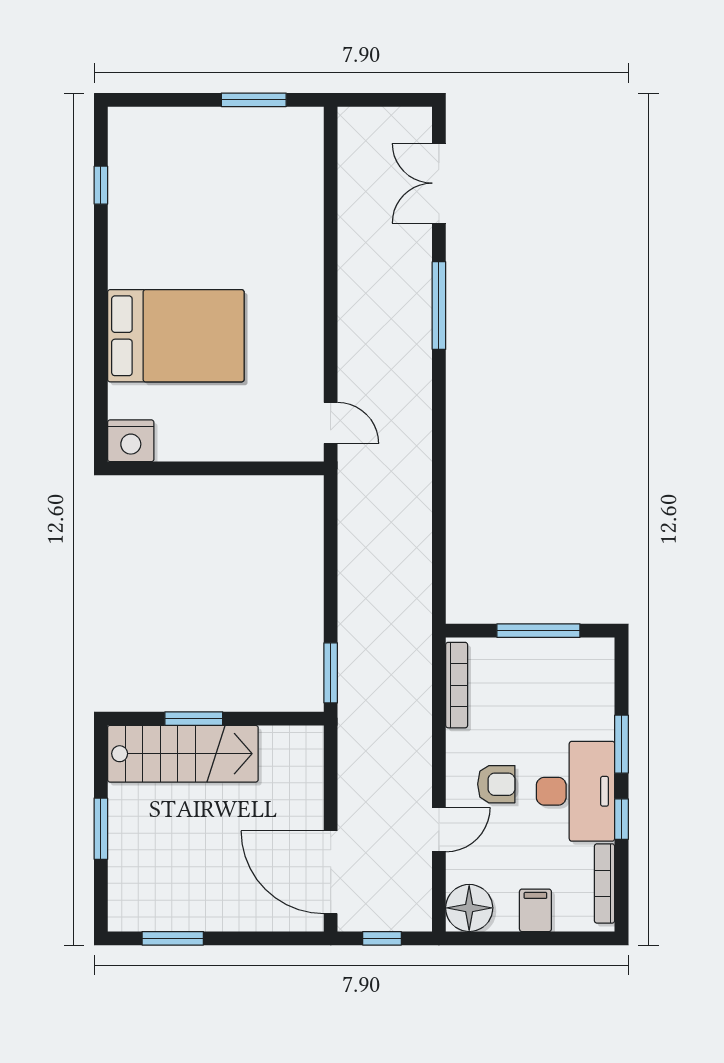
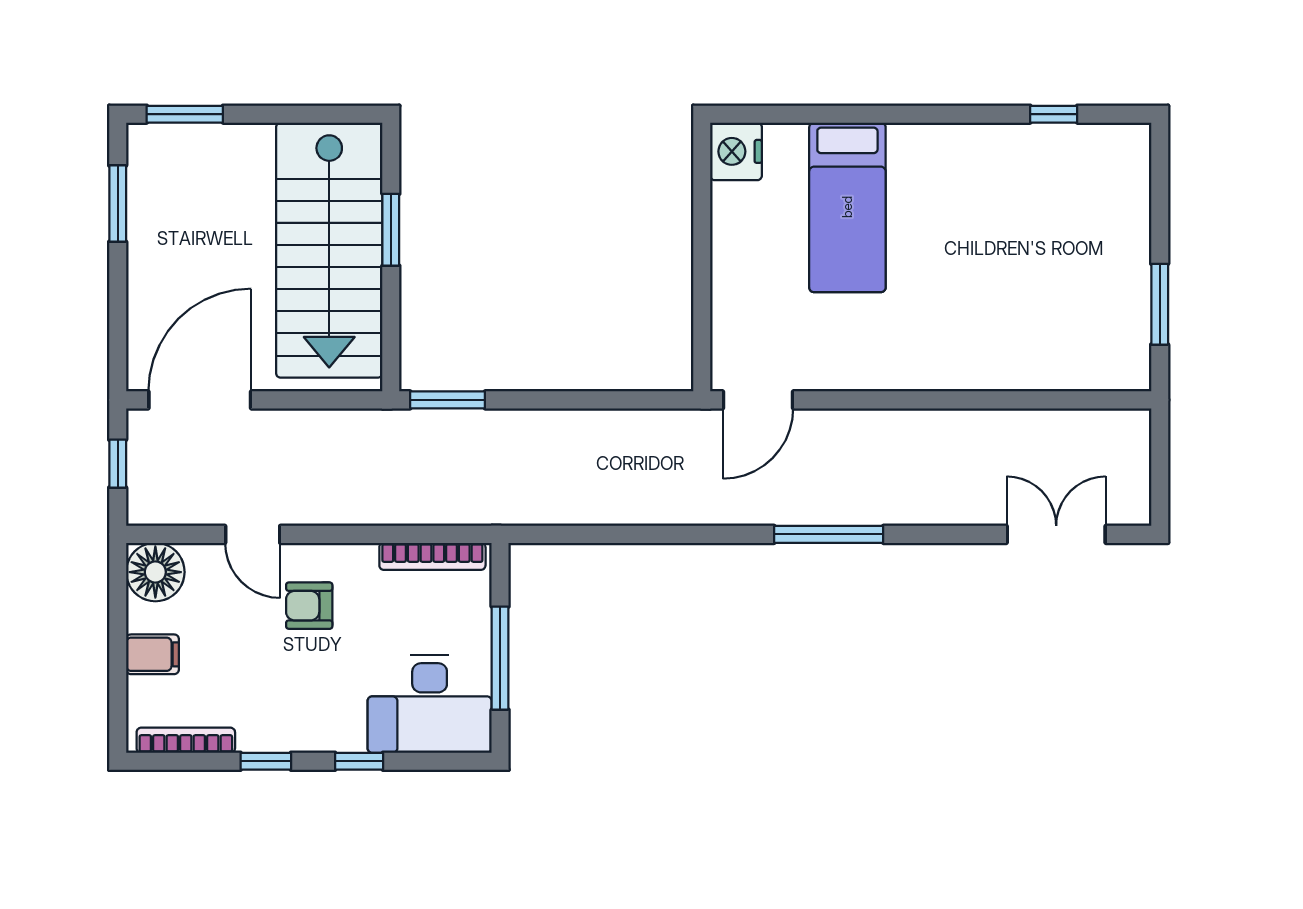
window: (439, 306) -> (829, 534), moved
bed: (176, 336) -> (847, 207), width x0.67
door: (331, 423) -> (758, 400), width x1.38
window: (621, 744) -> (359, 761), width x0.67
stairs: (183, 754) -> (329, 250), width x1.36, depth x1.51
armchair: (496, 784) -> (309, 606), turned 90
desk: (576, 791) -> (430, 704), moved
window: (101, 829) -> (185, 114), moved

